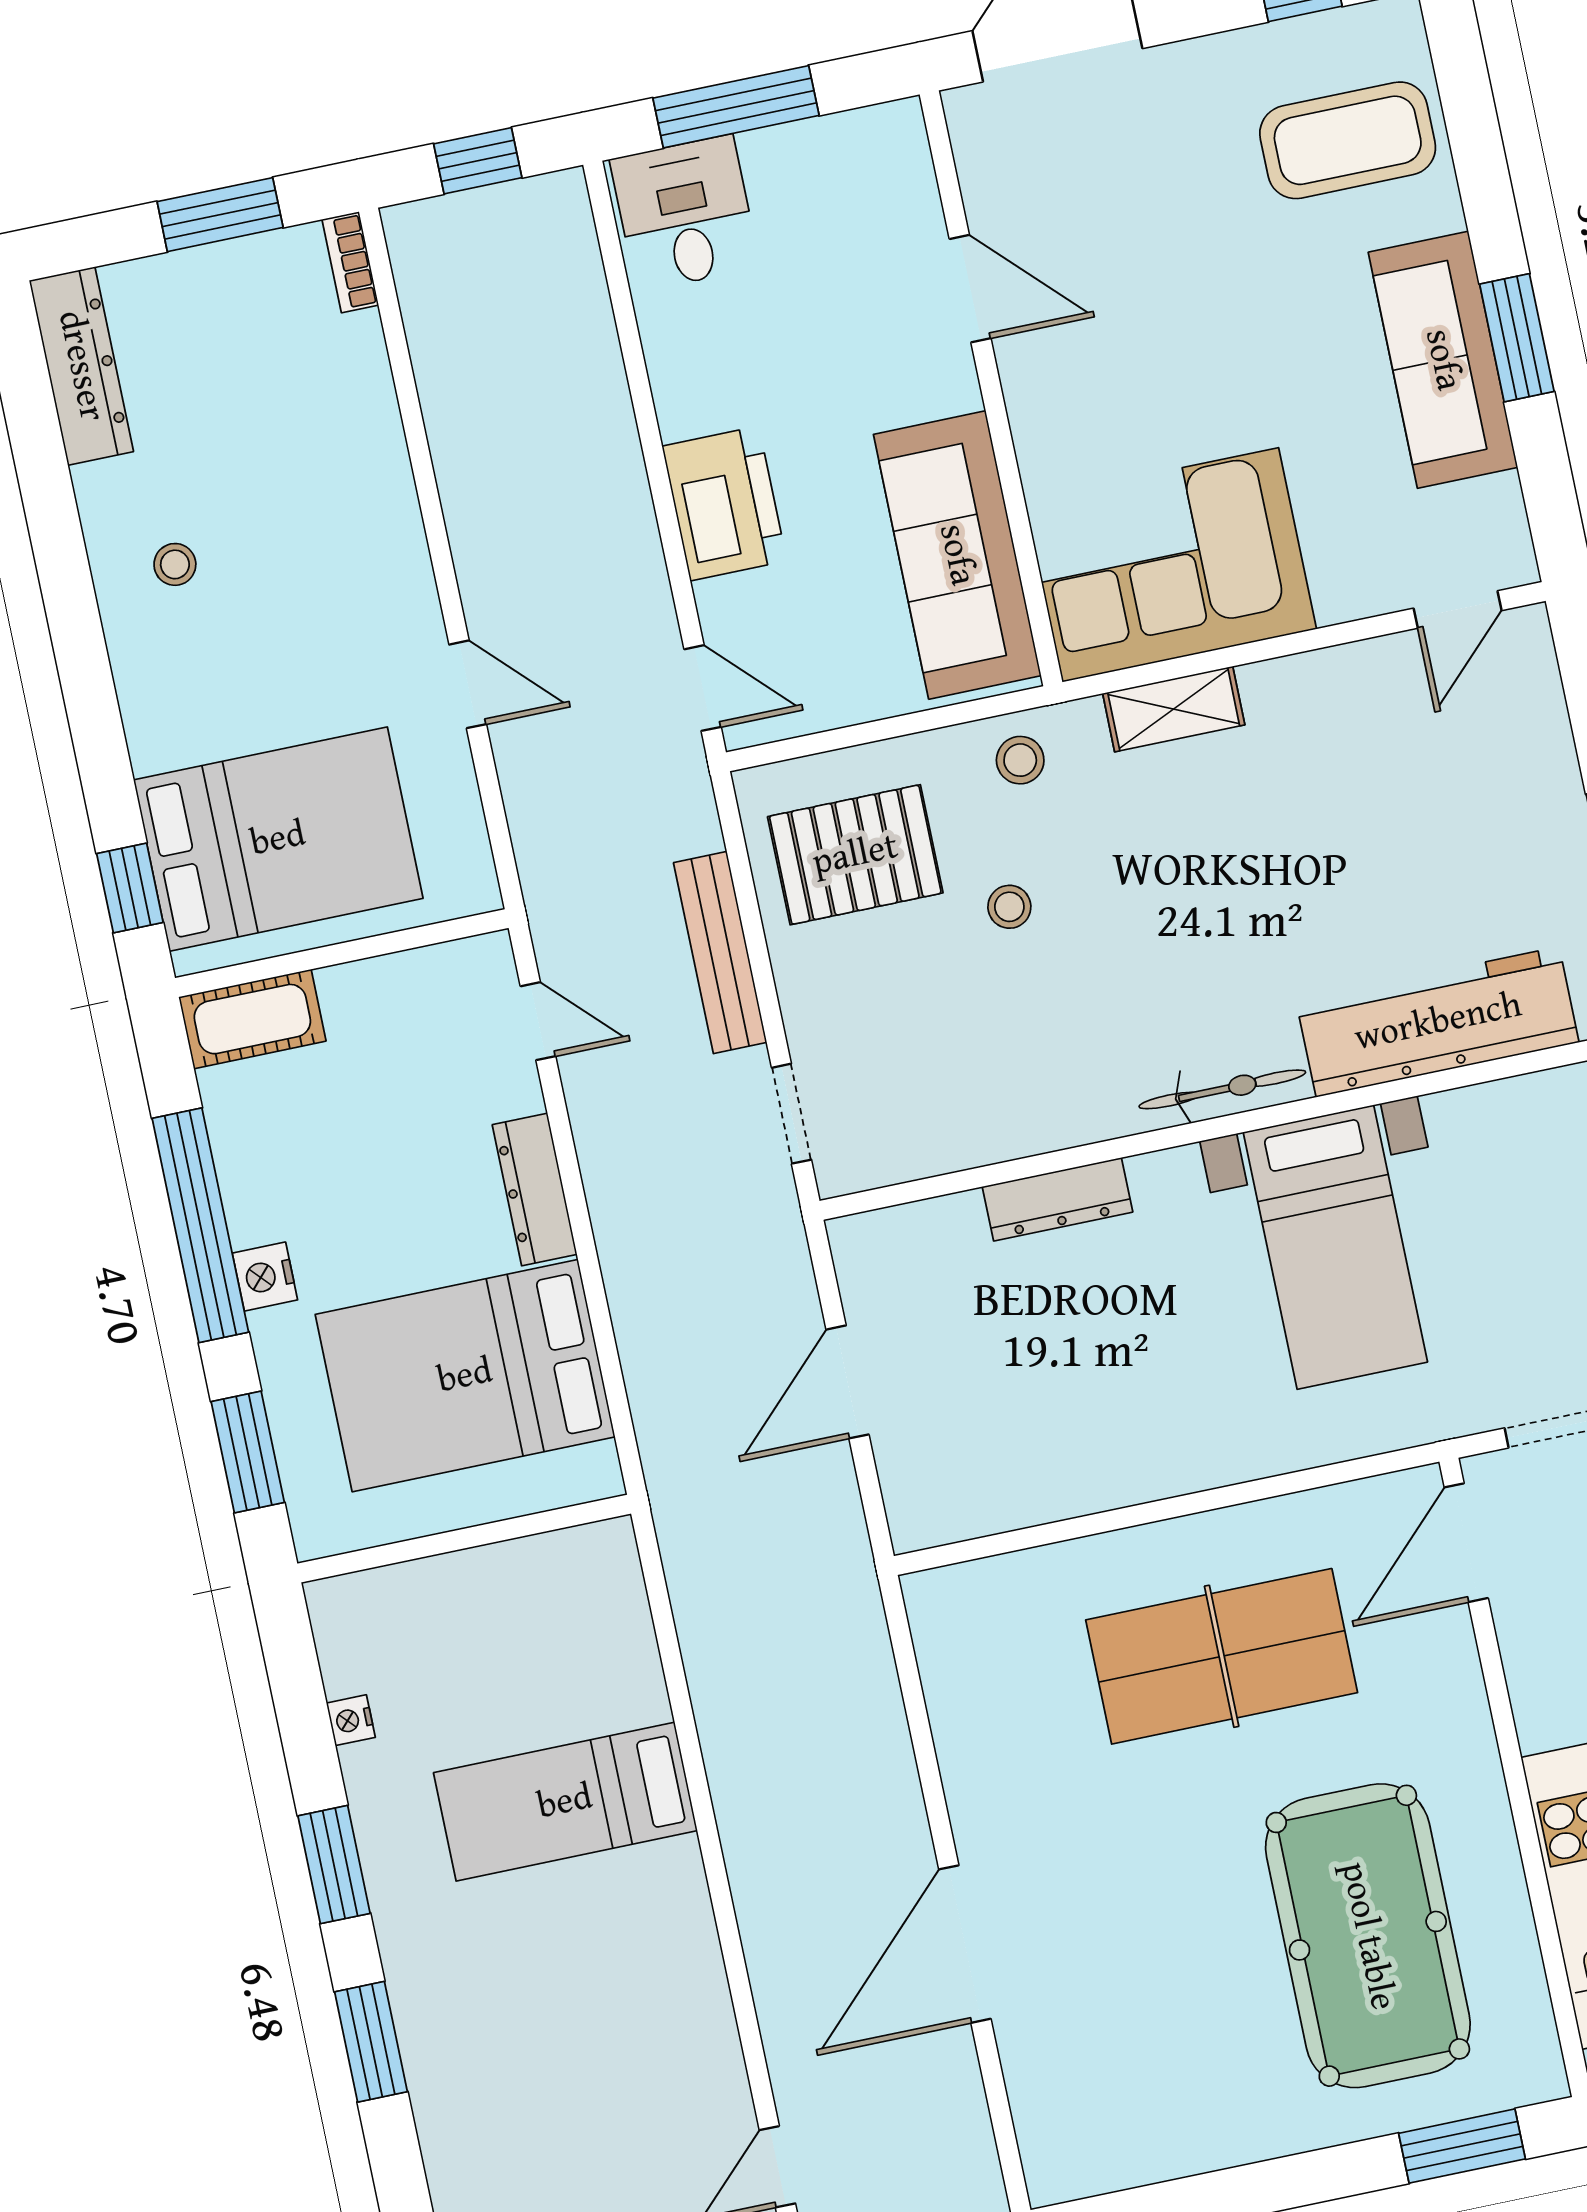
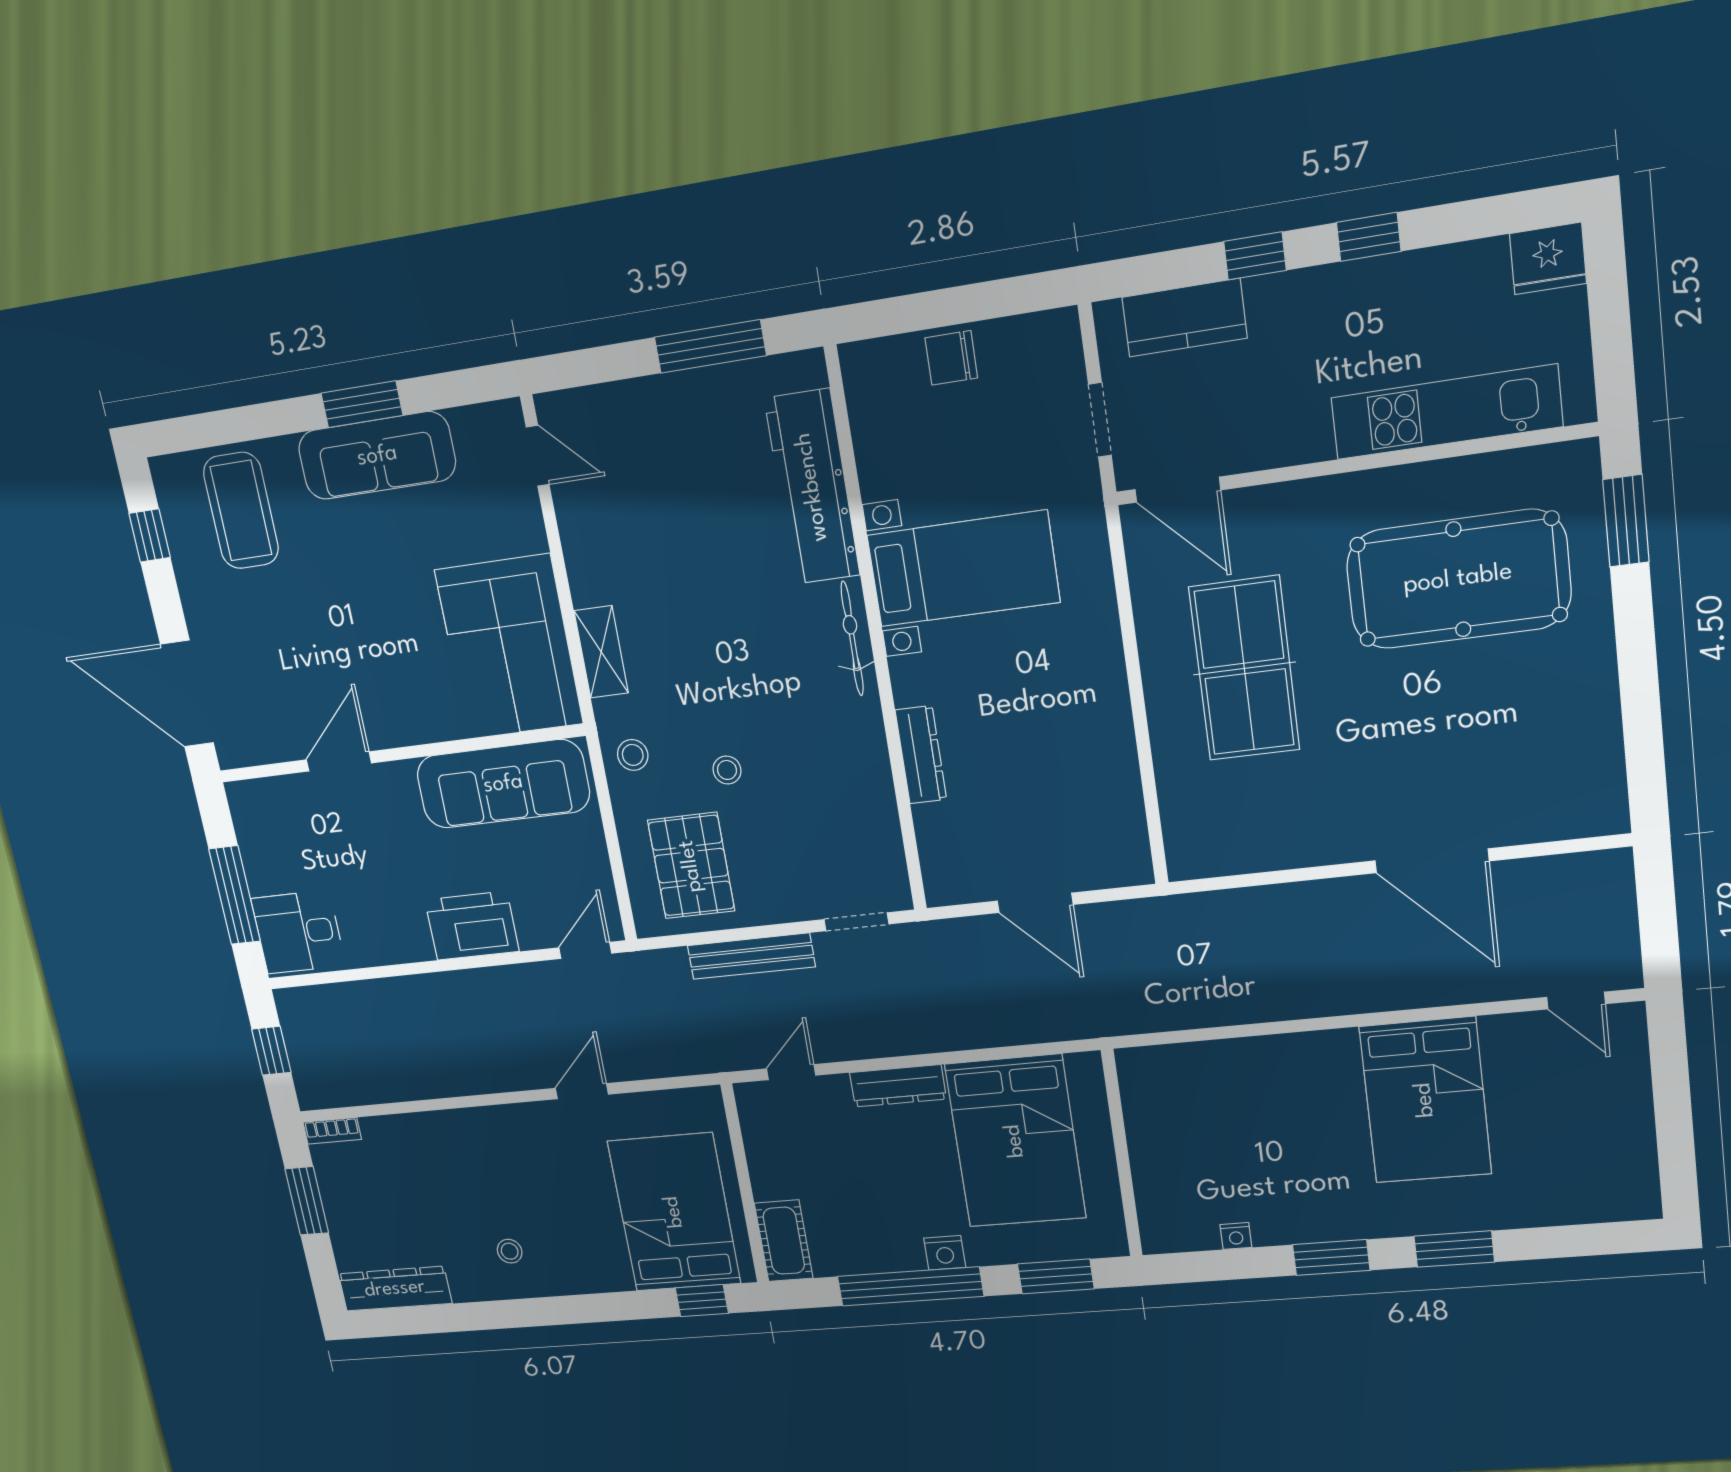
bed: (565, 1802) -> (1425, 1100), moved, width x1.50

